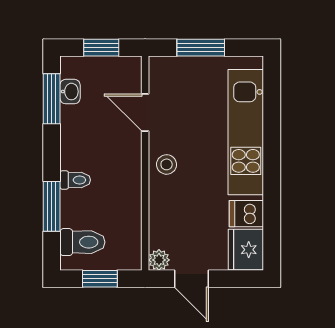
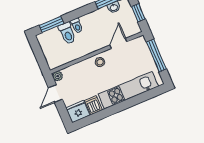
window: (201, 48) -> (156, 56), width x1.44
window: (52, 206) -> (51, 24), moved
toilet: (82, 242) -> (67, 33), moved
window: (100, 279) -> (39, 54), removed

